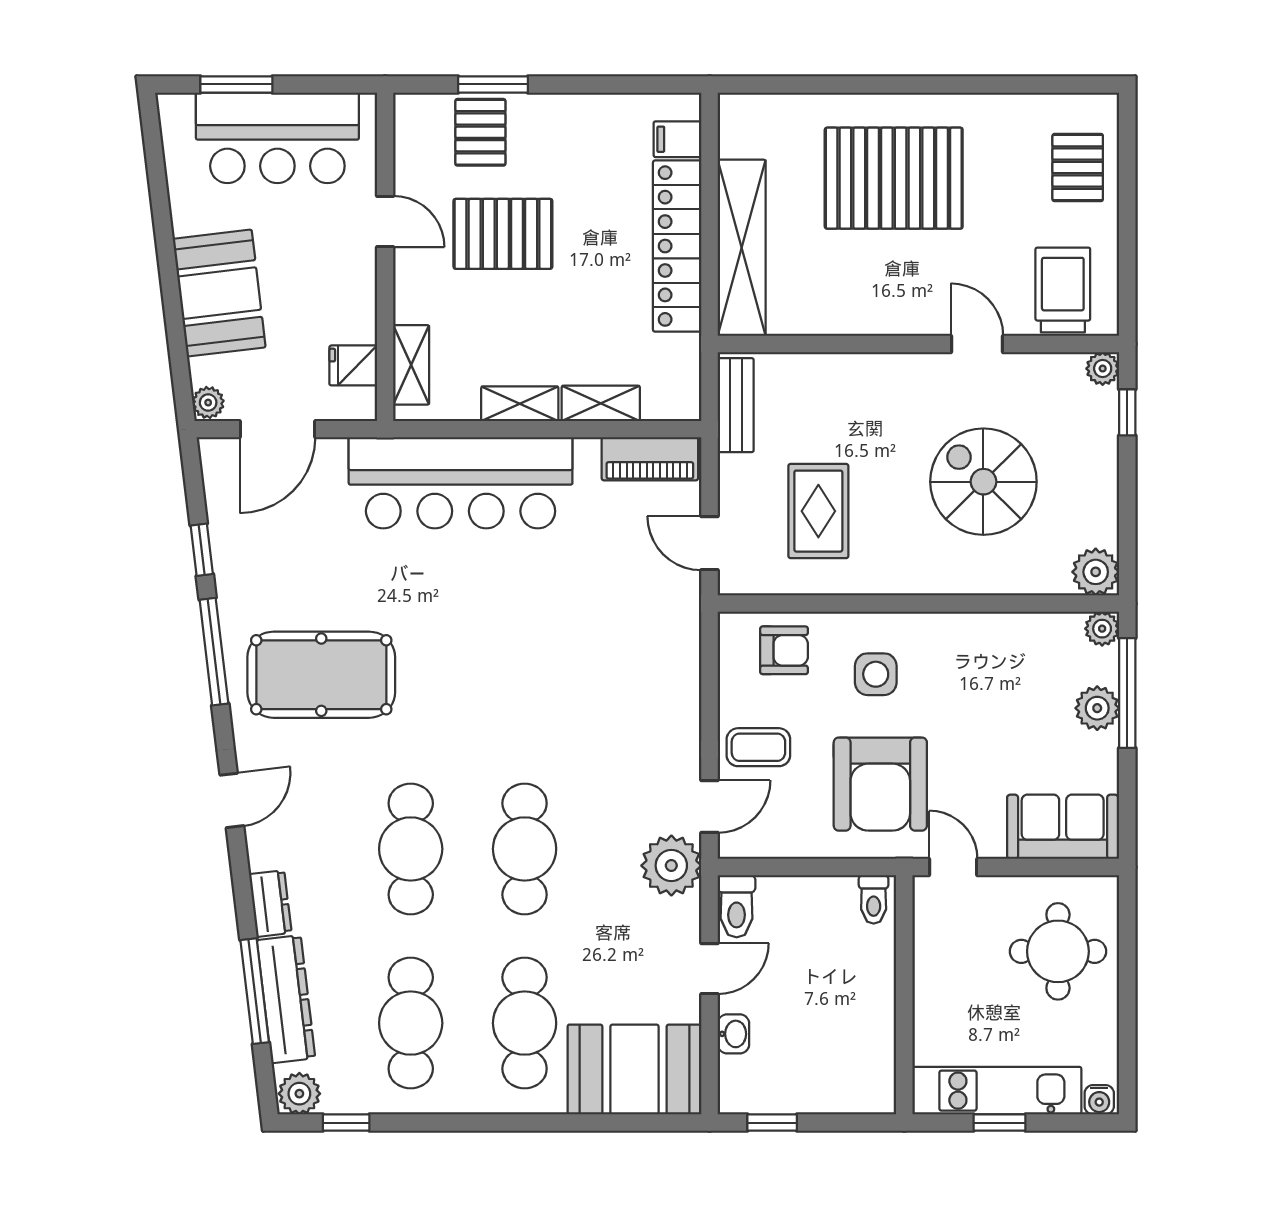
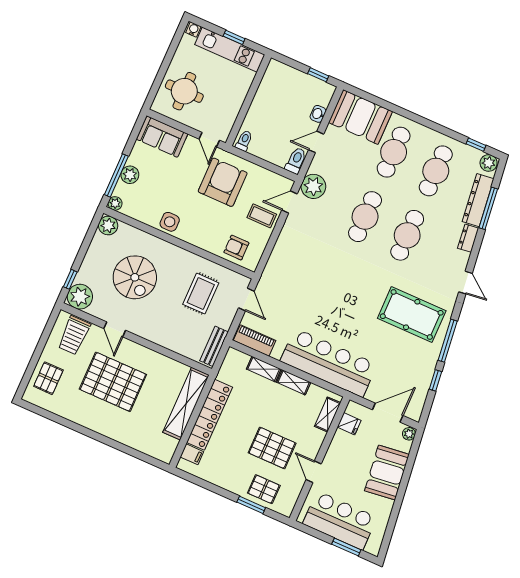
pallet: (480, 132) -> (264, 489), turned 90
pallet: (894, 178) -> (113, 382), moved
plant: (1103, 369) -> (80, 297), width x1.88, depth x1.88
side table: (876, 674) -> (170, 222), moved
door: (232, 800) -> (465, 283), swing flipped

